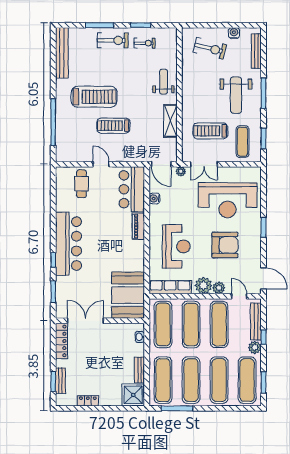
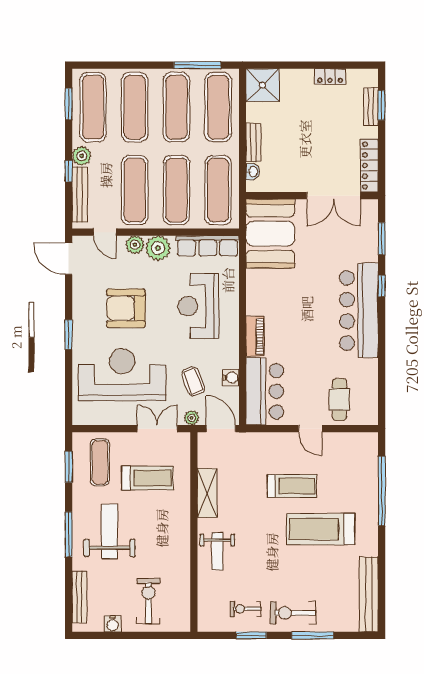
exercise bike: (210, 48) -> (148, 601), turned 76
coffee table: (180, 196) -> (193, 381), added
bench: (139, 370) -> (253, 142), moved

